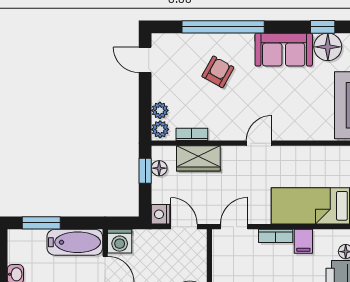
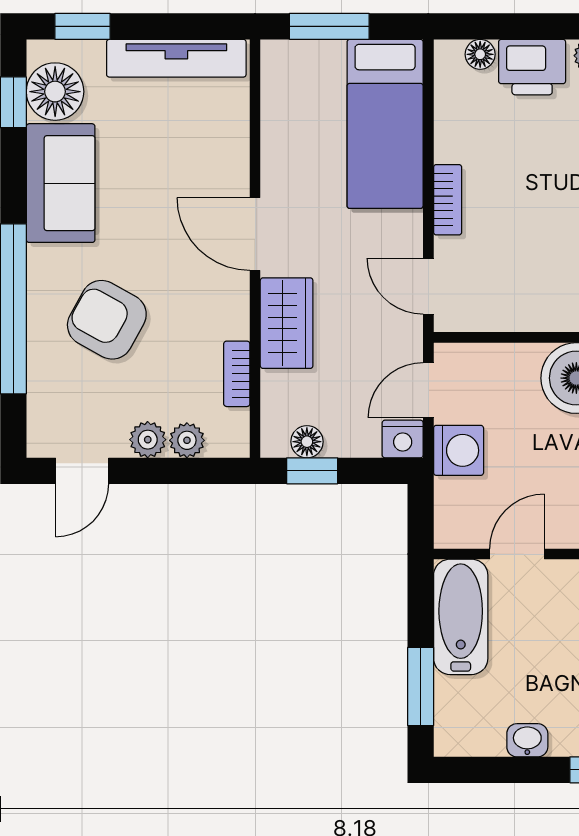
armchair: (218, 72) -> (107, 320), width x1.38, depth x1.38
plant: (160, 129) -> (148, 440), moved
door: (259, 143) -> (255, 234), width x1.38
wardrobe: (198, 158) -> (287, 323), moved
washing machine: (120, 241) -> (459, 450), moved
filing cabinet: (303, 241) -> (459, 142), removed

